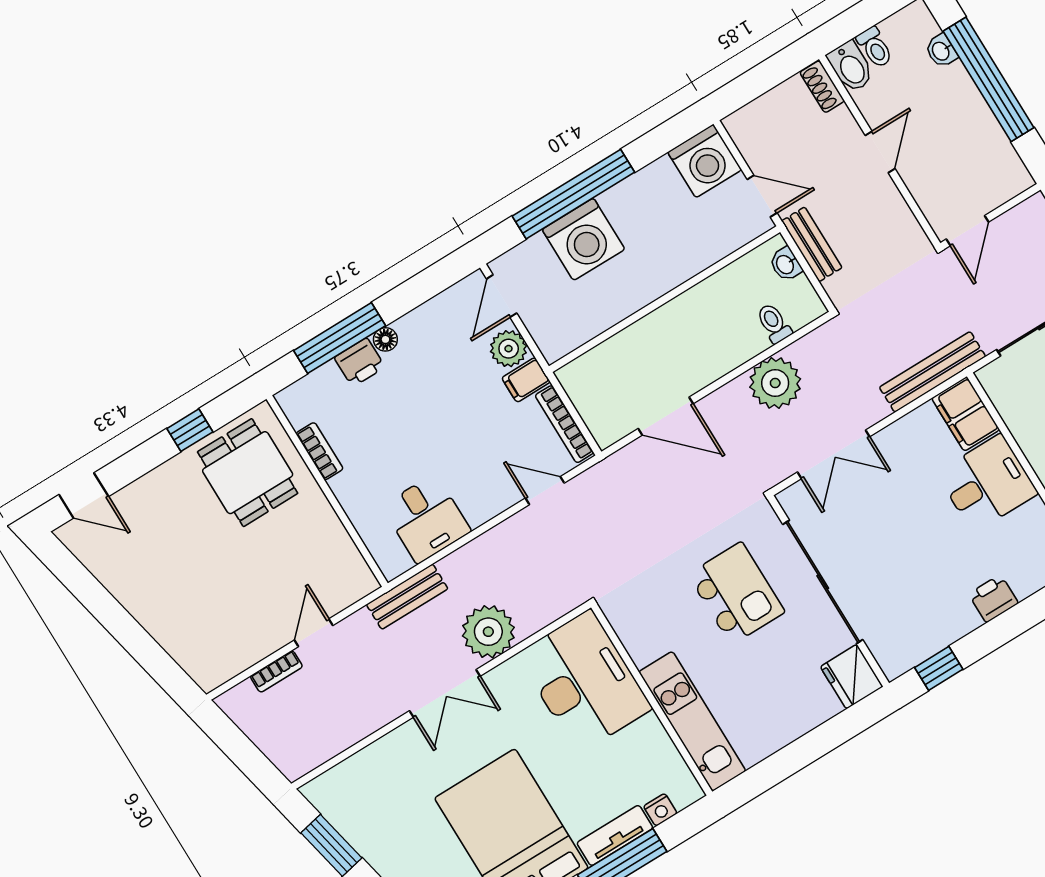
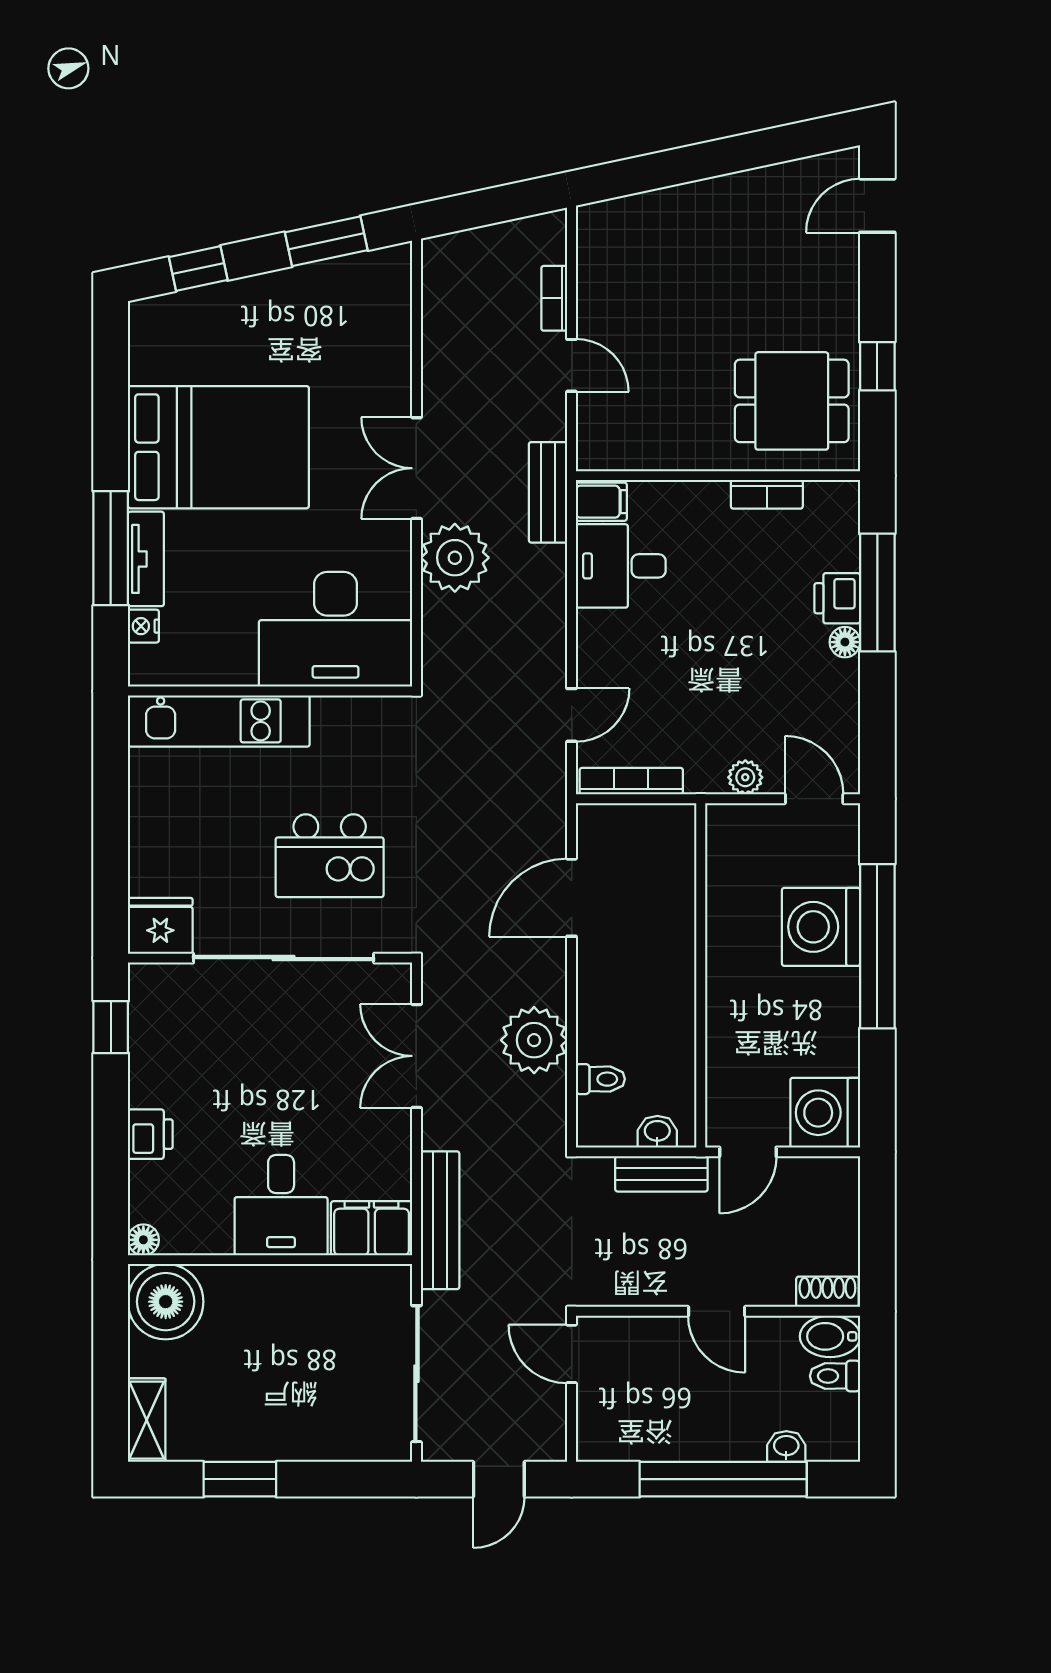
plant: (509, 349) -> (745, 777), width x0.73, depth x0.73
filing cabinet: (526, 380) -> (601, 502), moved, turned 90

